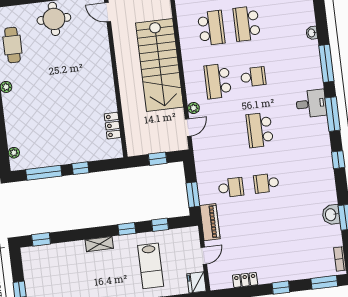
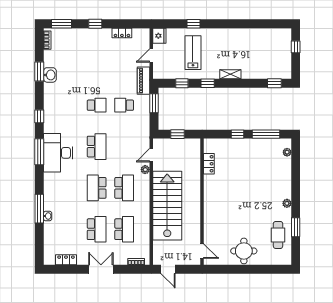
school desk: (211, 28) -> (124, 229), turned 180
window: (326, 63) -> (39, 209), moved
school desk: (253, 77) -> (97, 188), width x1.85
desk: (311, 104) -> (58, 153), width x1.87, depth x1.30

